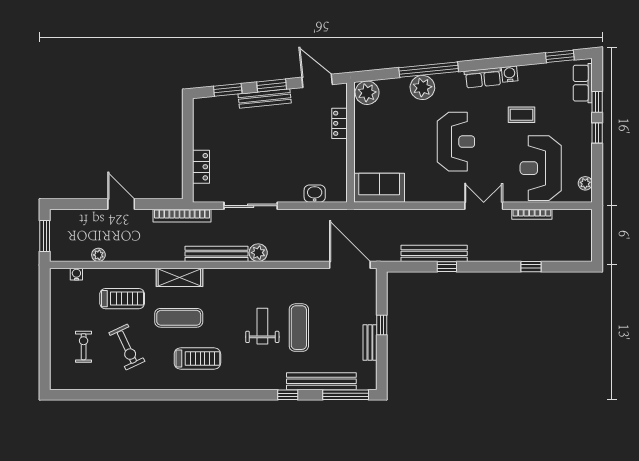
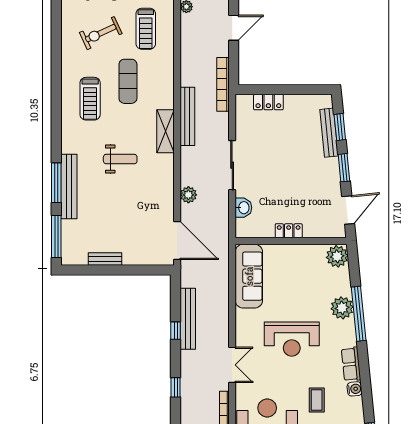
bench: (265, 98) -> (329, 133), moved
locker: (339, 123) -> (289, 231), moved
sofa: (379, 188) -> (249, 276), width x1.36
sliding door: (251, 206) -> (232, 165), moved
plant: (258, 253) -> (188, 195), moved
door: (350, 265) -> (177, 240), hinge flipped
window: (531, 267) -> (176, 387), moved
shelving: (179, 277) -> (165, 131), moved
window: (382, 325) -> (121, 270), removed
exercise mat: (299, 328) -> (119, 193), removed
bench: (321, 381) -> (69, 187), moved
window: (288, 395) -> (56, 183), width x2.17

